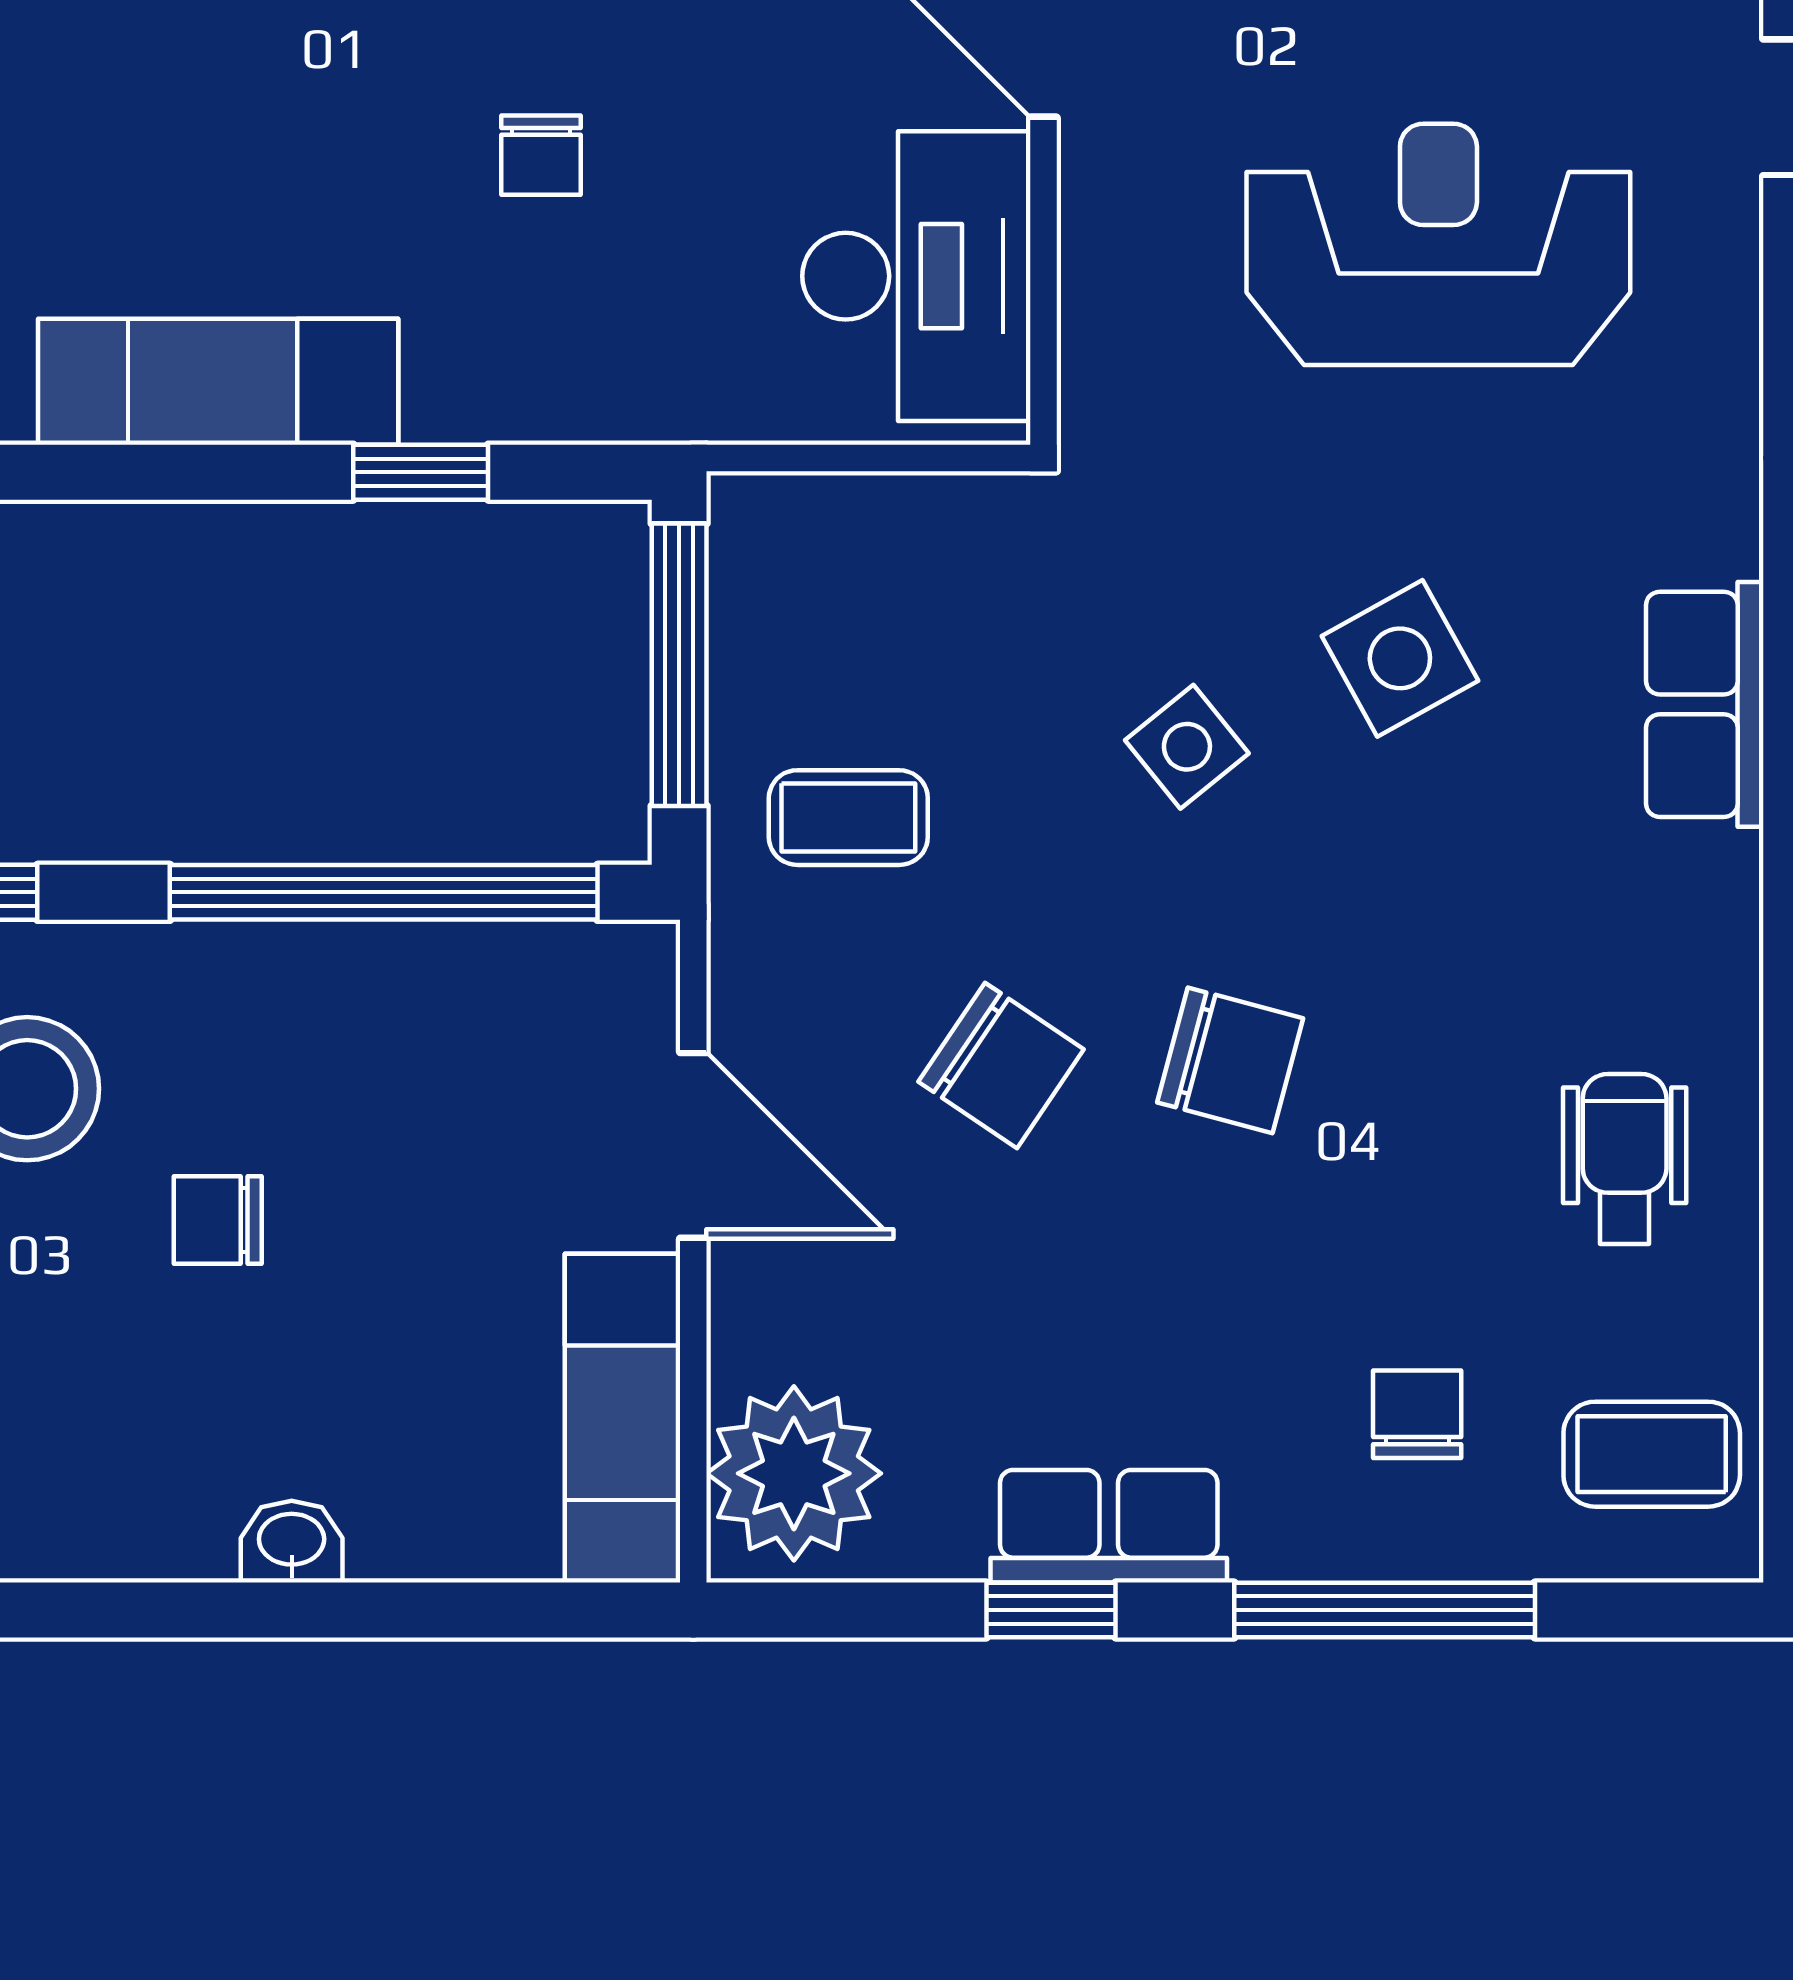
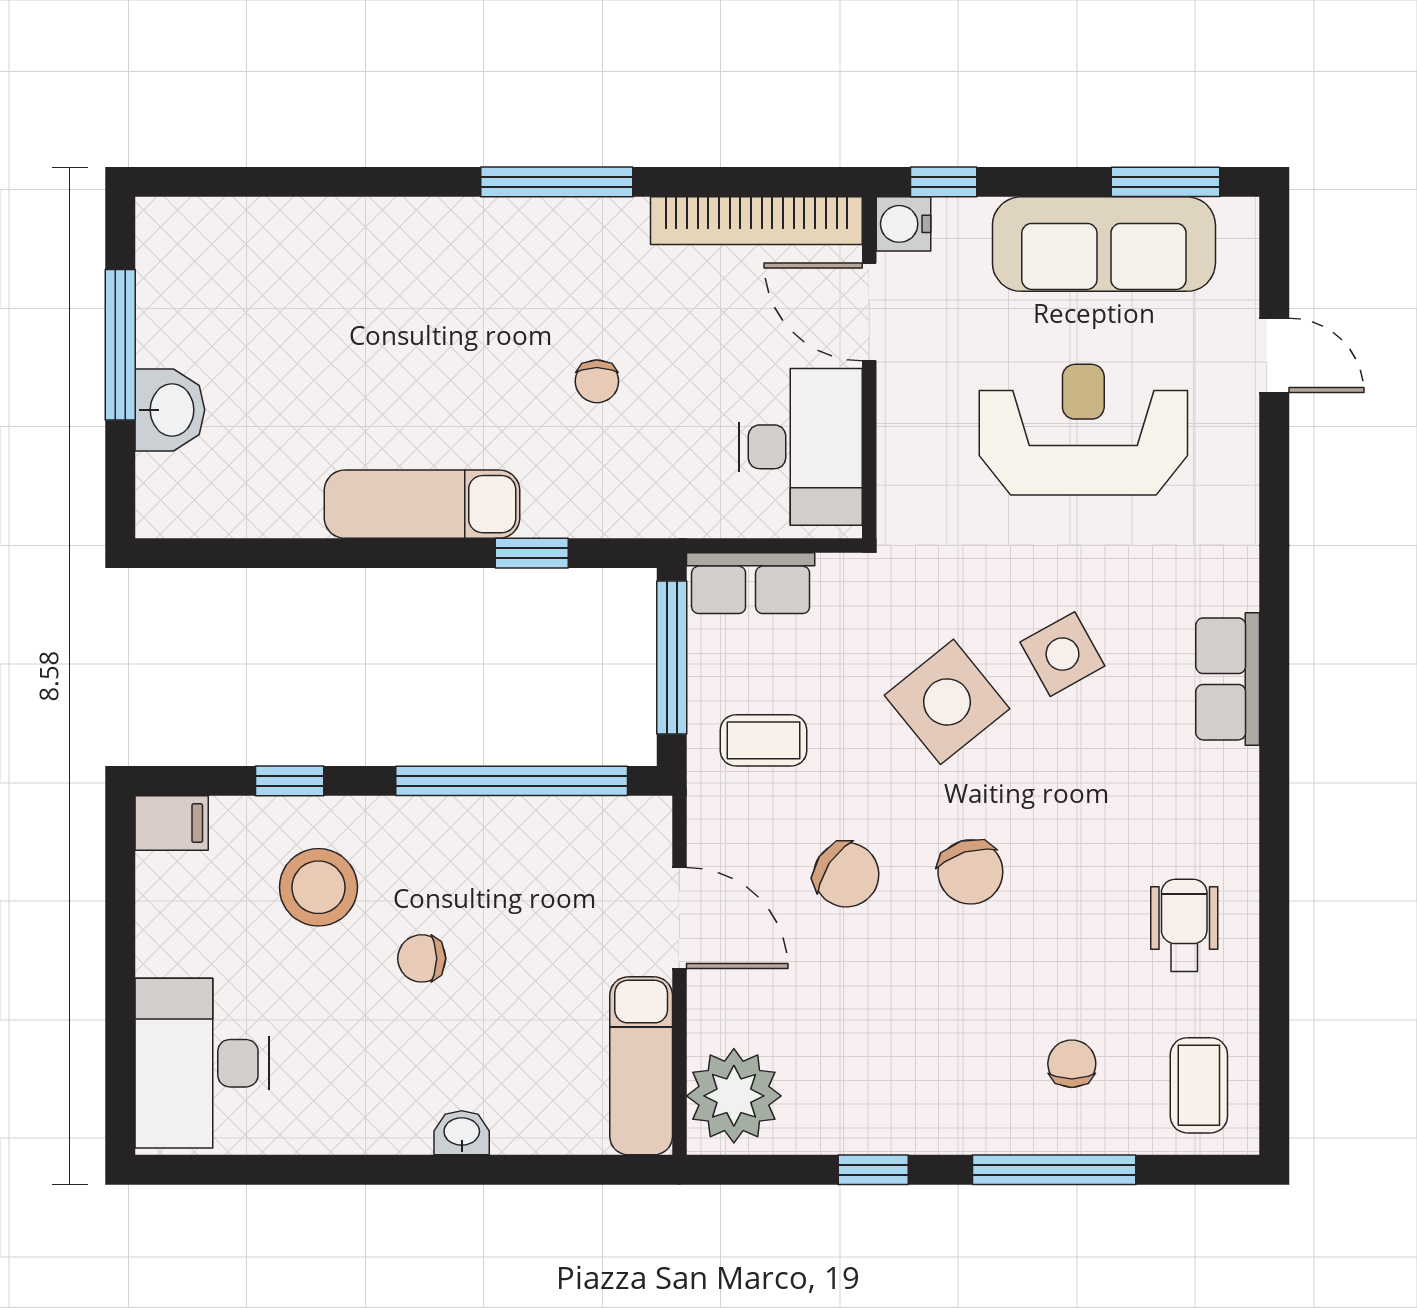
side table: (1187, 747) -> (947, 702), width x1.87, depth x1.87
chair: (1230, 1060) -> (970, 872), turned 58
coffee table: (1652, 1454) -> (1199, 1085), turned 90
row of seats: (1109, 1526) -> (751, 583), moved, turned 180

